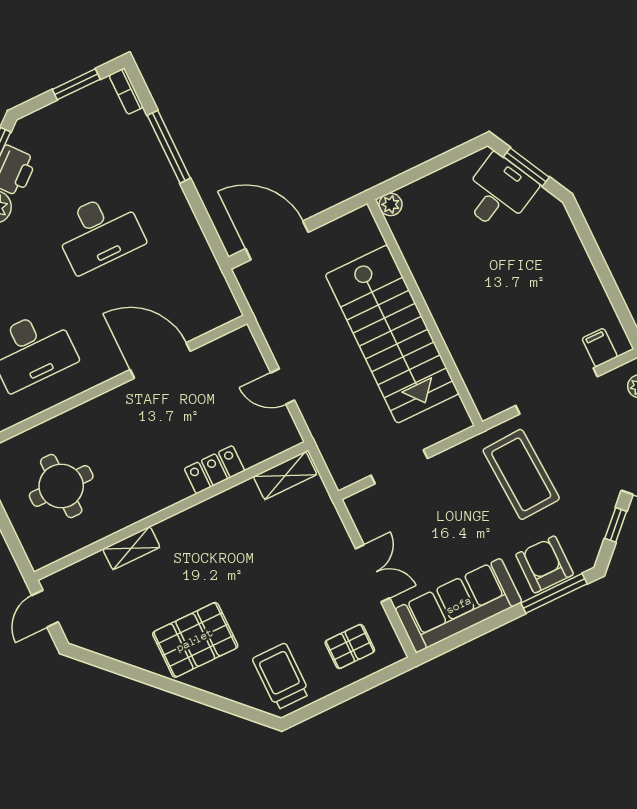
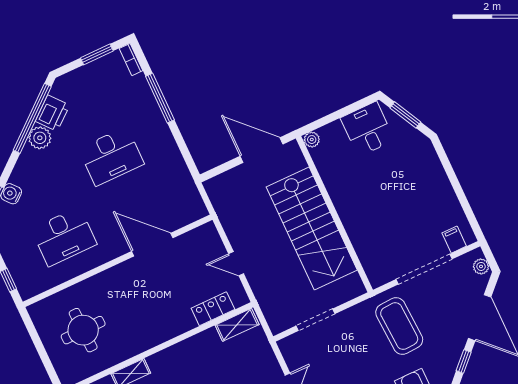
desk: (498, 193) -> (367, 129), moved, turned -63
door: (277, 240) -> (262, 150), moved
locker: (214, 470) -> (213, 309), moved

